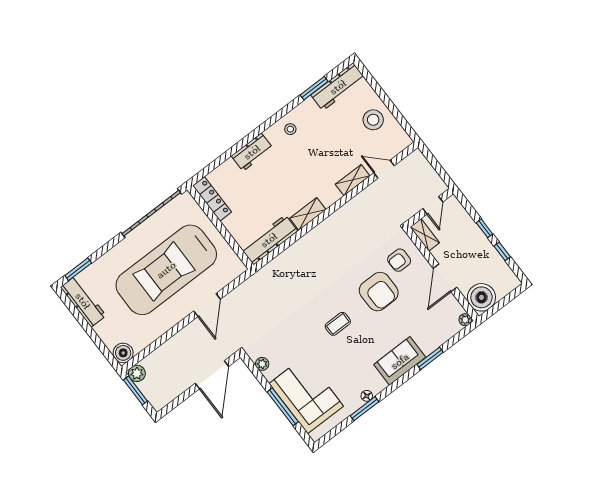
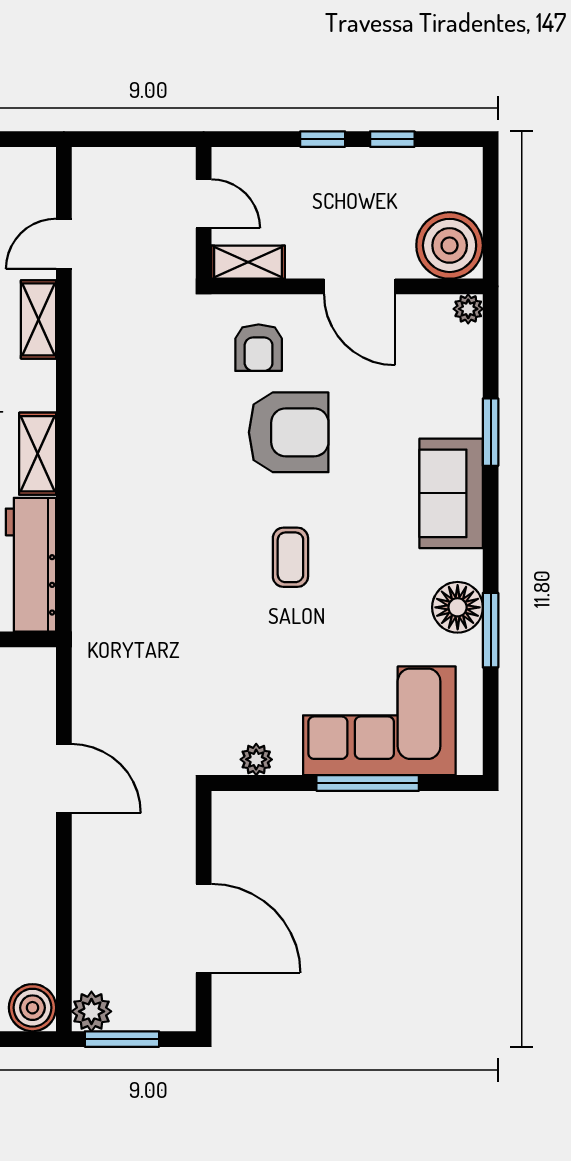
door: (212, 375) -> (204, 928), moved
floor lamp: (367, 396) -> (458, 607), width x1.89, depth x1.89

